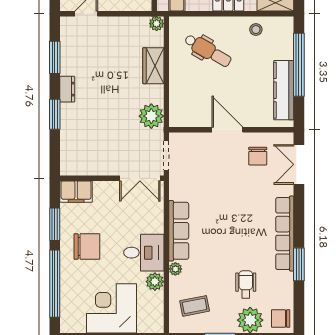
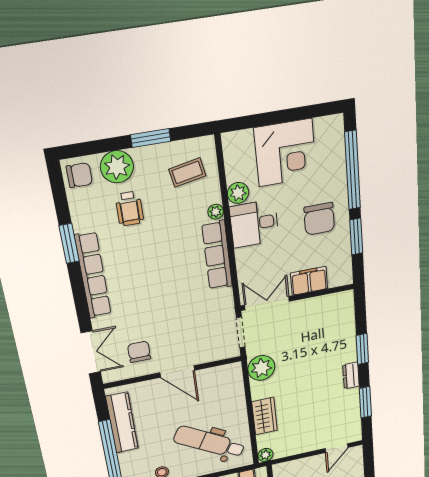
dental chair: (208, 51) -> (209, 442), width x1.36, depth x1.38
filing cabinet: (76, 192) -> (309, 281), moved
chair: (87, 246) -> (319, 219), turned -90

